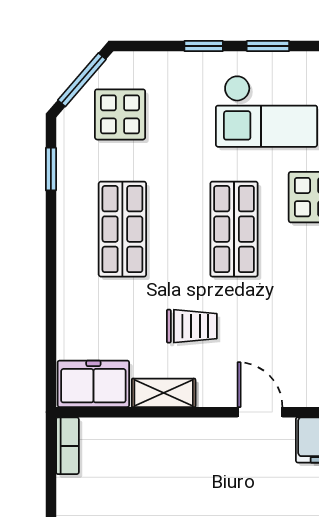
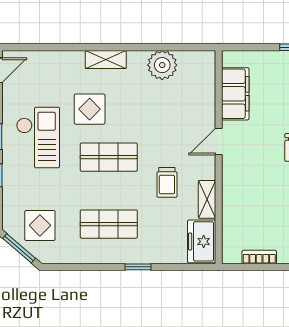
window: (51, 169) -> (138, 267), moved
trolley: (192, 326) -> (167, 182), turned 180
bookcase: (67, 446) -> (259, 257), moved

